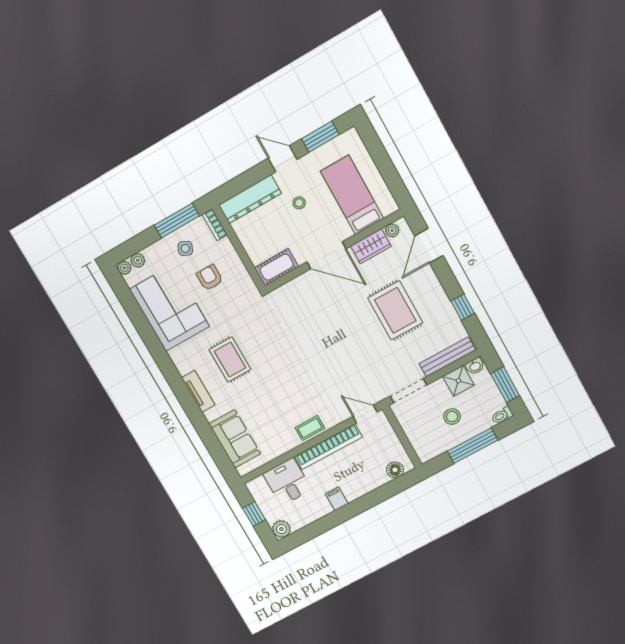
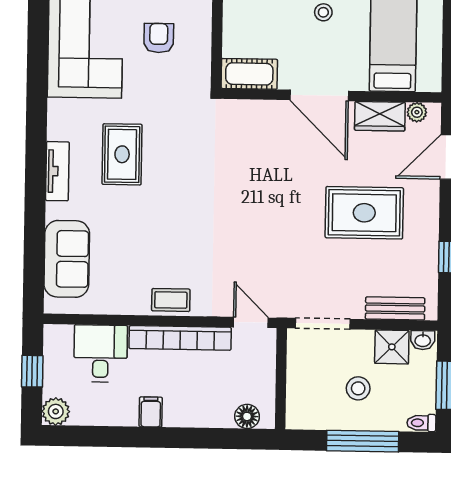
rug: (395, 310) -> (364, 213), turned 90
bench: (447, 357) -> (395, 308), width x0.73

